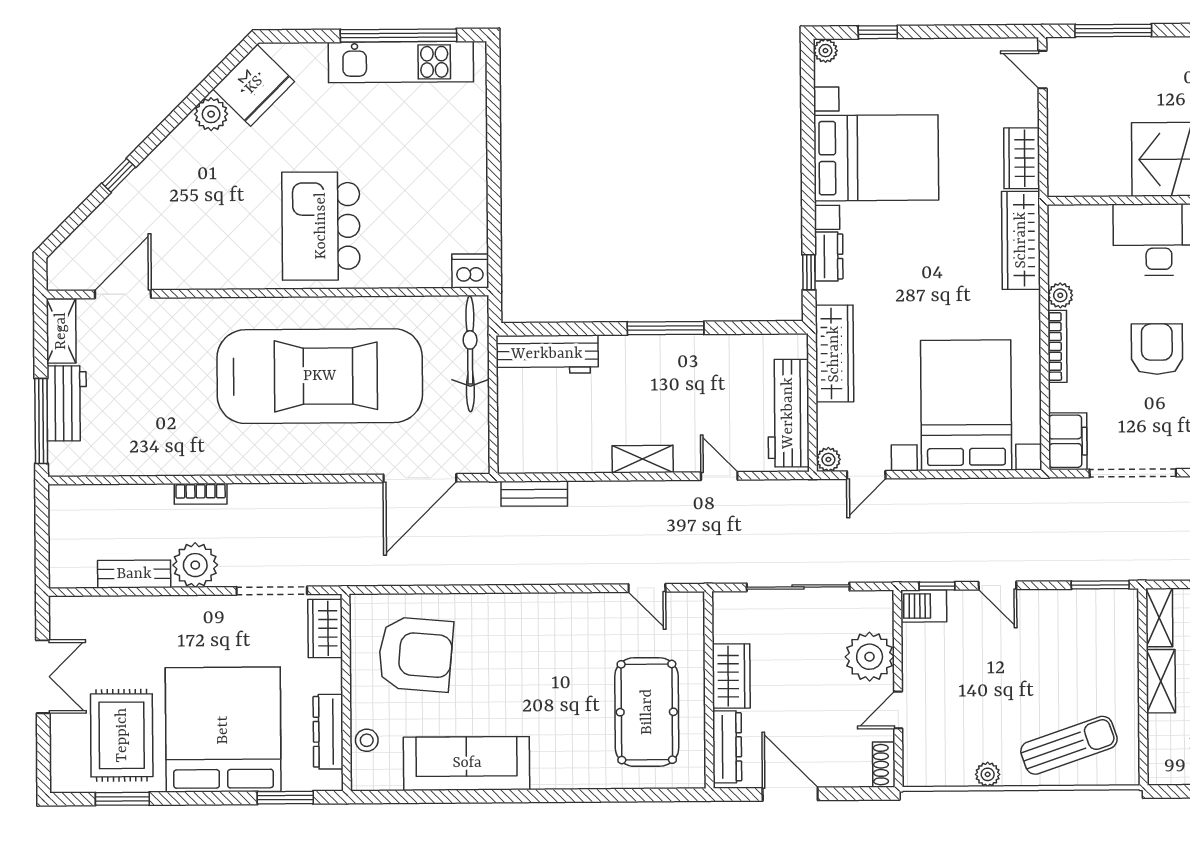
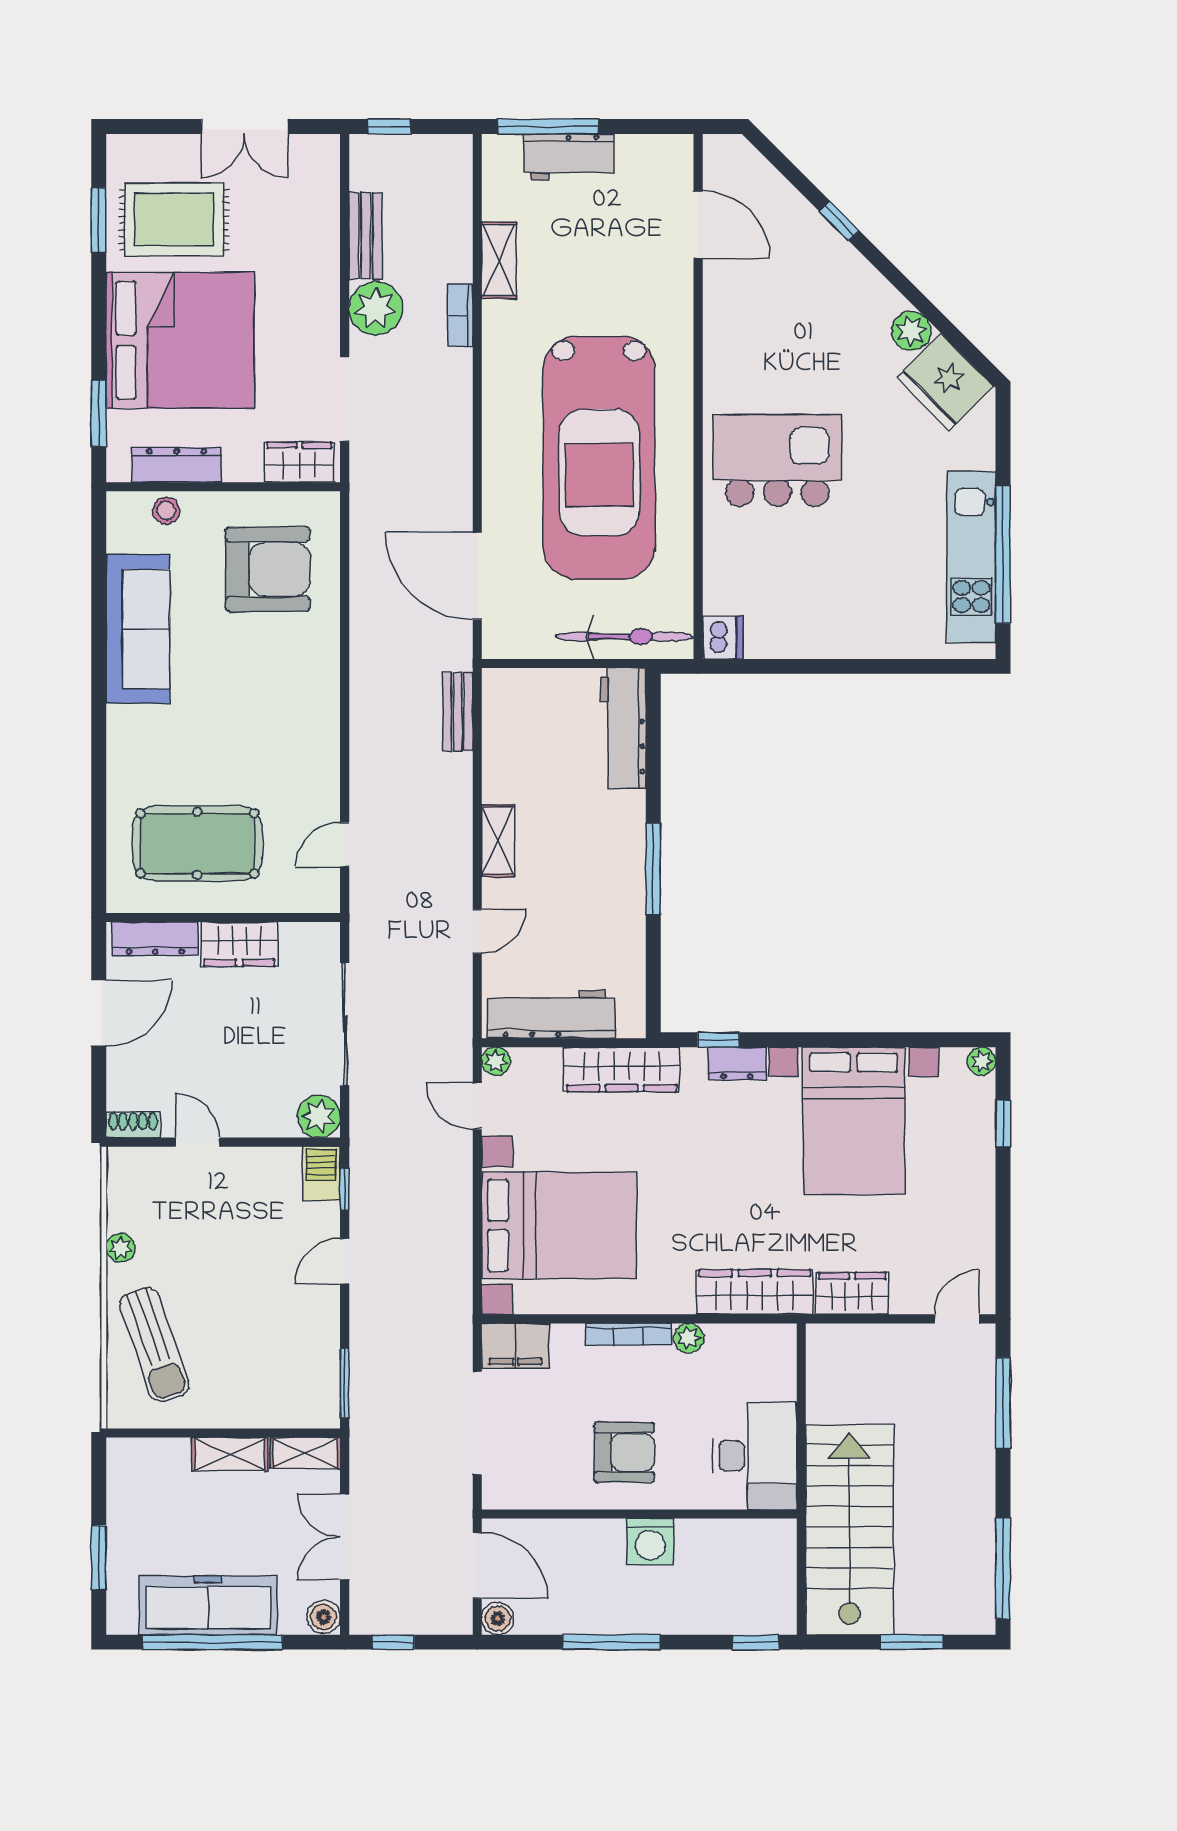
shelving: (61, 331) -> (499, 260), moved, turned 90
window: (42, 554) -> (390, 127), added
armchair: (415, 654) -> (268, 569), turned -95
plant: (870, 657) -> (319, 1116), moved, width x0.73, depth x0.73

